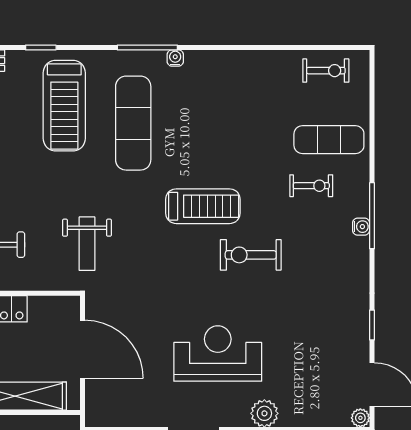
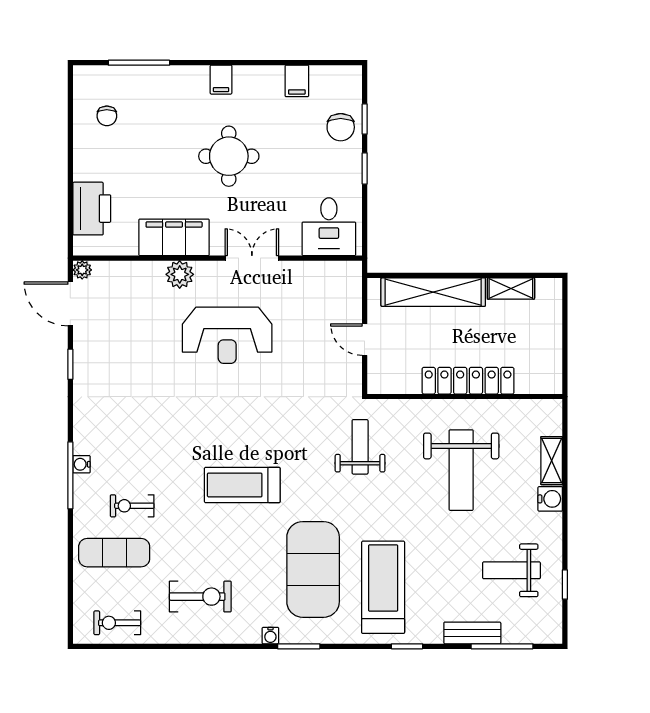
window: (147, 47) -> (299, 646), width x0.69
exercise mat: (133, 123) -> (313, 569), width x1.47
exercise bike: (251, 255) -> (200, 597), moved
door: (82, 349) -> (365, 340), width x0.53

